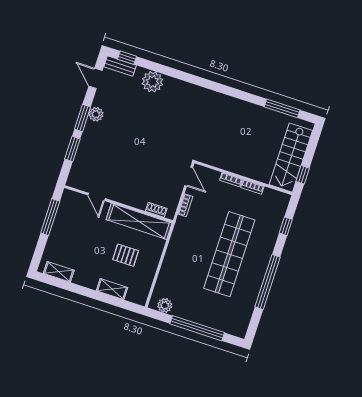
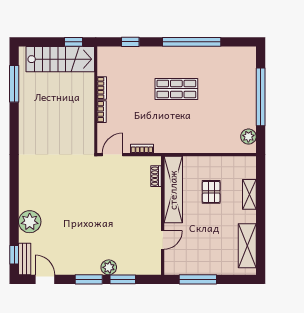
door: (96, 78) -> (45, 279), swing flipped
plant: (96, 114) -> (109, 267), moved
shop shelf: (229, 254) -> (176, 89), width x0.50, depth x0.74
shelving: (59, 272) -> (247, 246), width x1.50, depth x1.33

